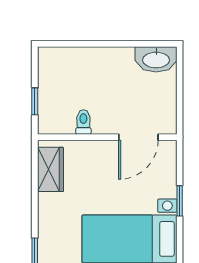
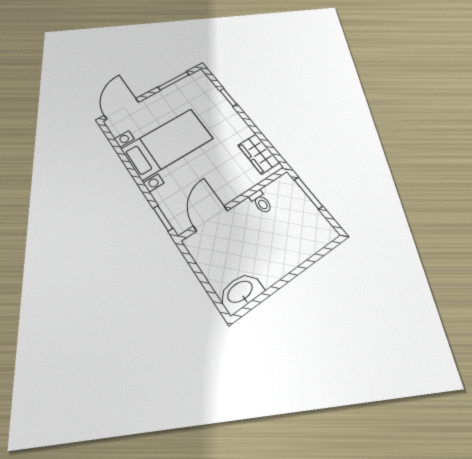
window: (35, 101) -> (308, 193), width x1.50
window: (180, 201) -> (163, 218), moved

